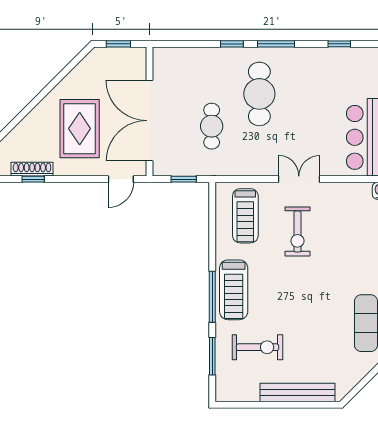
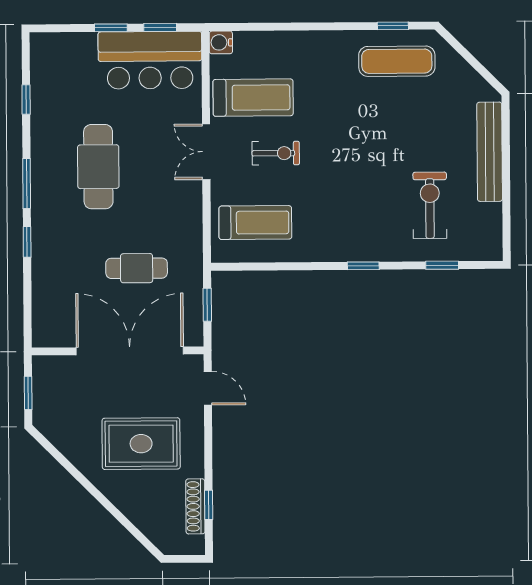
cafe table: (259, 94) -> (98, 167), moved, turned 90
double door: (149, 121) -> (130, 351), swing flipped
exercise bike: (297, 231) -> (276, 153), width x0.73, depth x0.72
treadmill: (234, 290) -> (253, 98), moved
window: (212, 297) -> (363, 266), width x0.46
window: (212, 356) -> (442, 265), width x0.67

